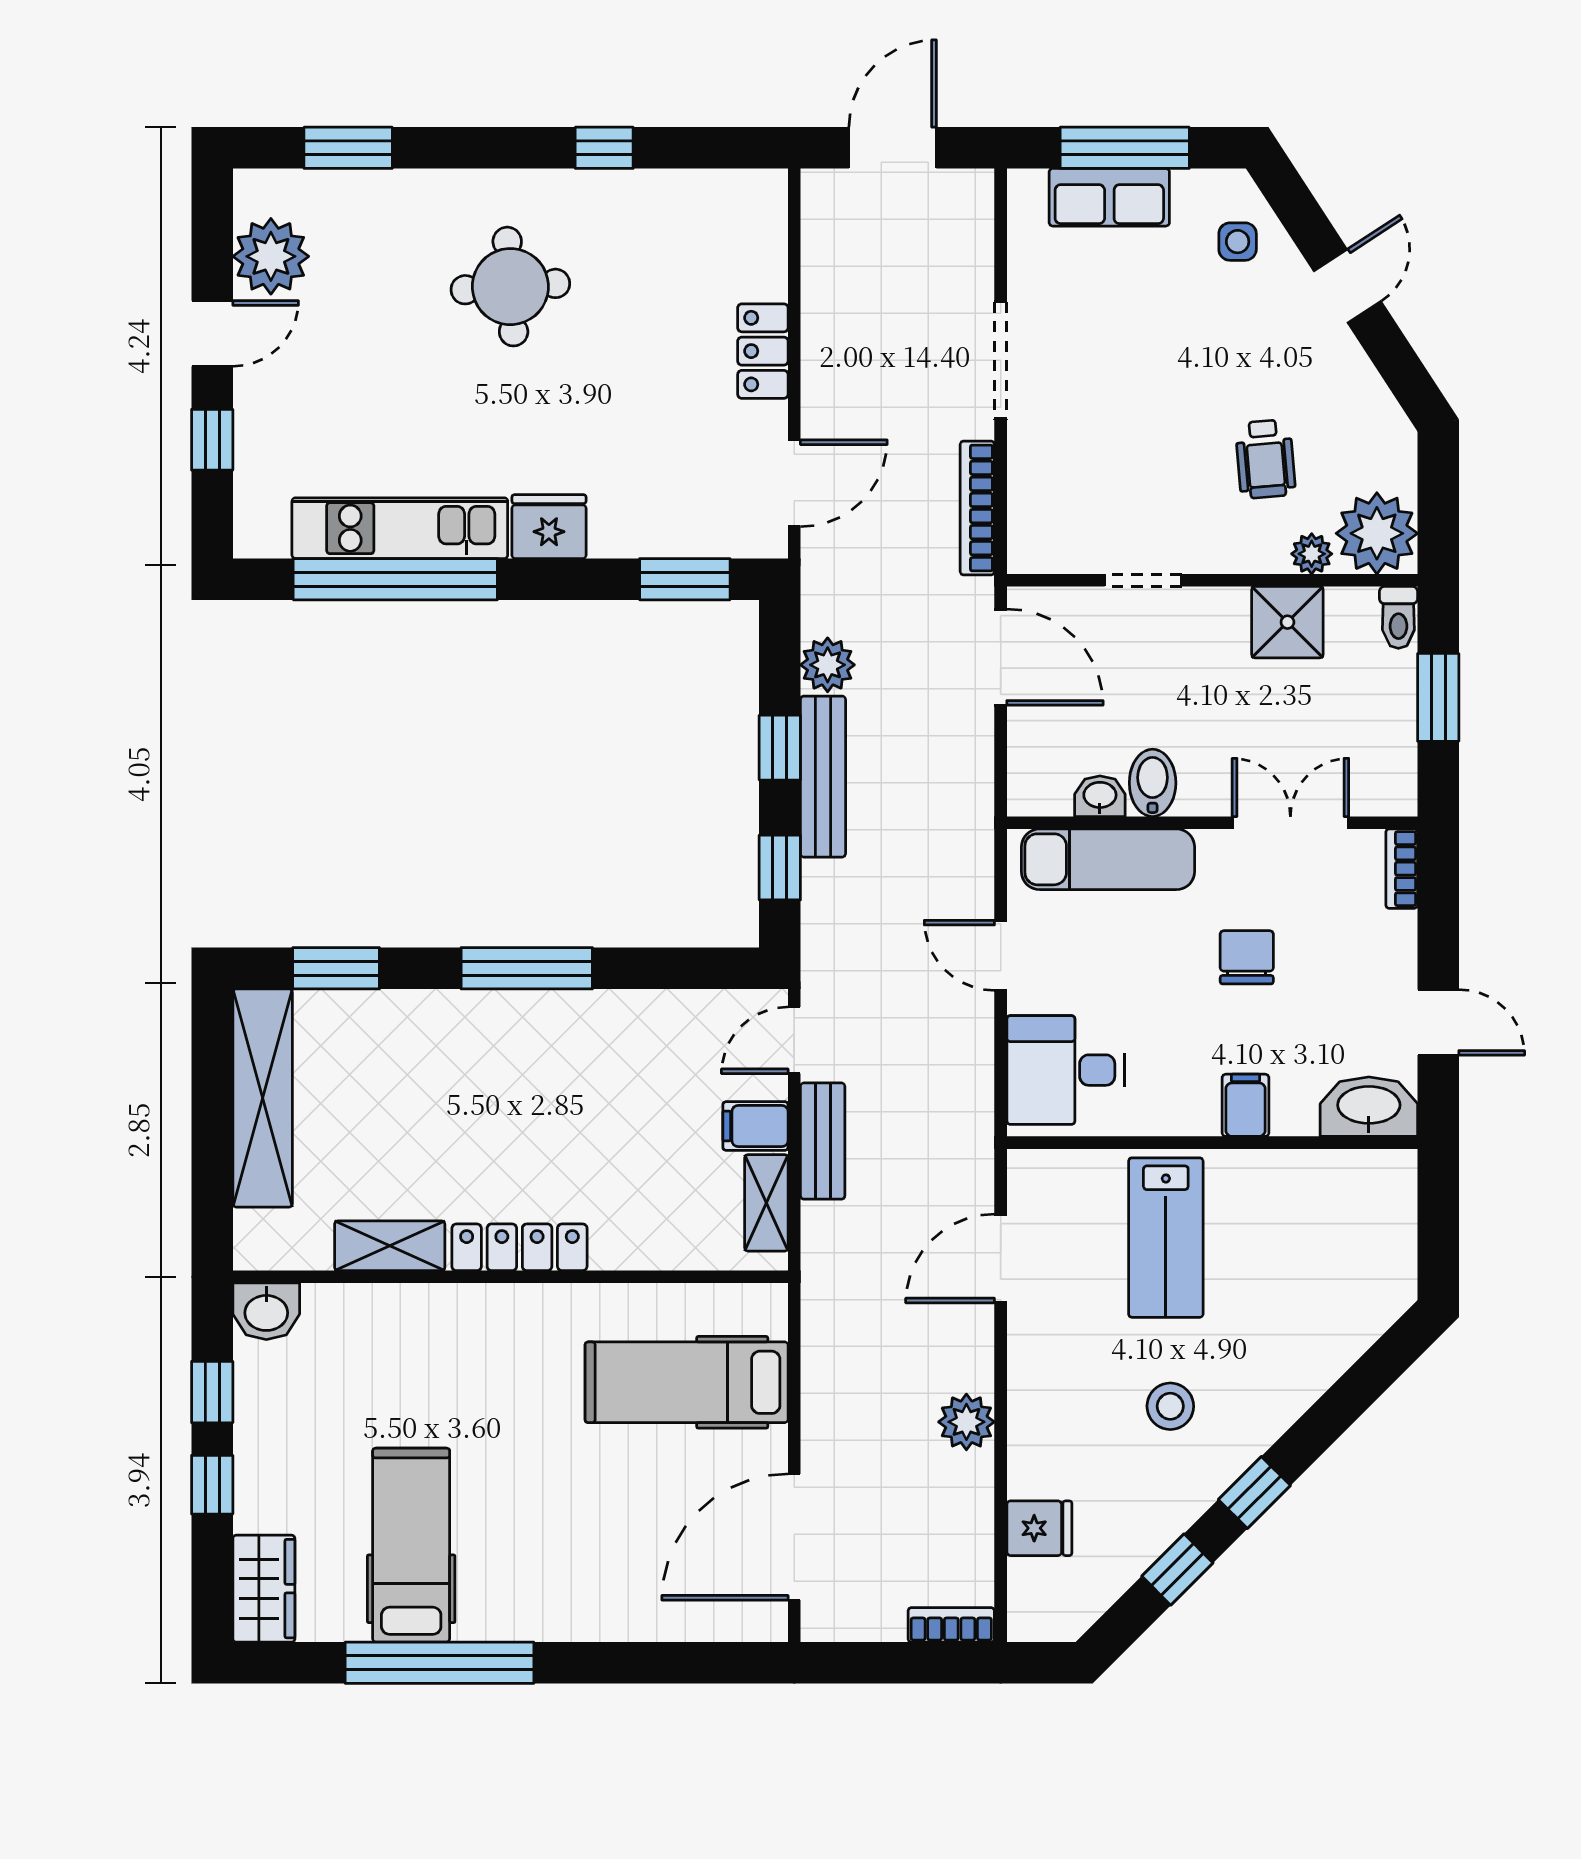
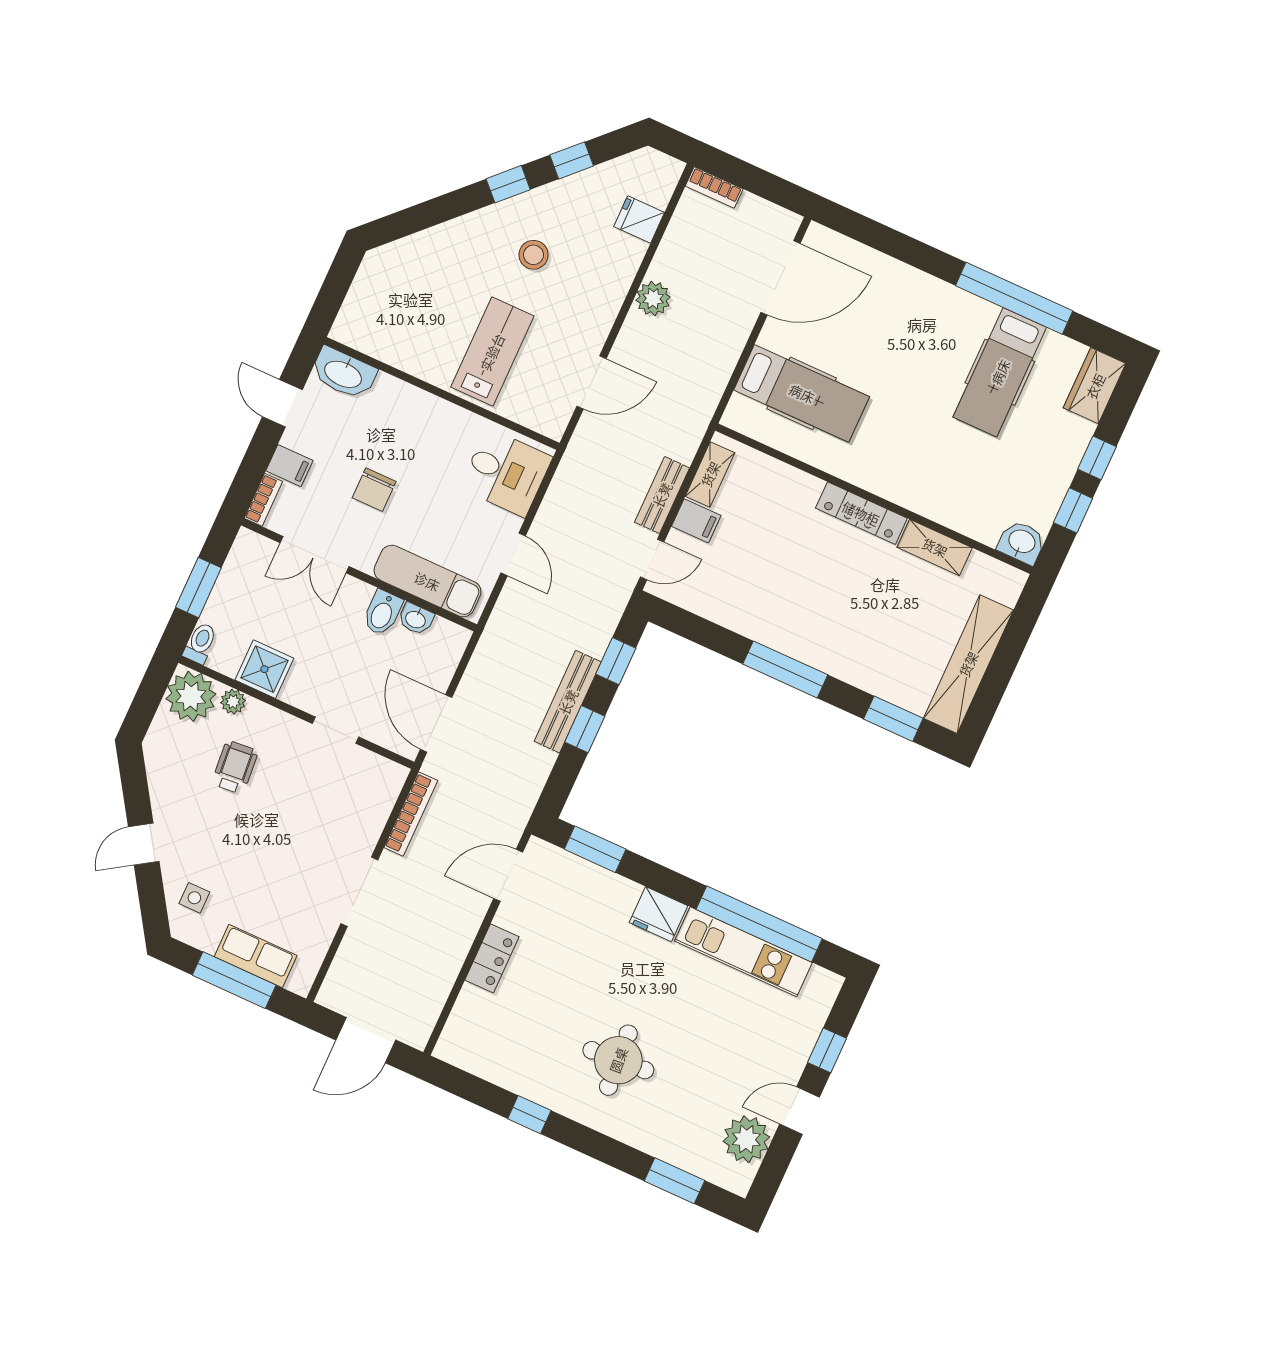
plant: (828, 665) -> (536, 764), removed
filing cabinet: (1246, 1105) -> (289, 466), moved, turned -90

